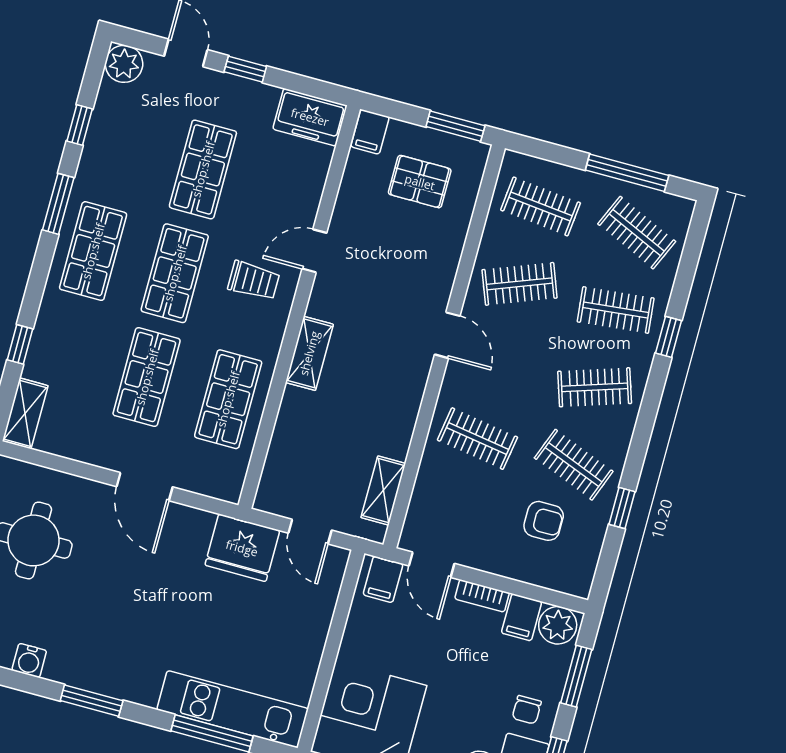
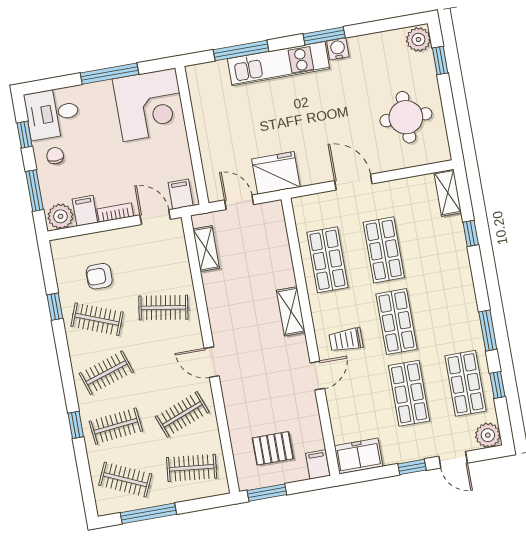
shop shelf: (93, 251) -> (465, 383), moved
water cooler: (29, 660) -> (338, 49), moved
kitchen unit: (233, 709) -> (278, 64), moved

